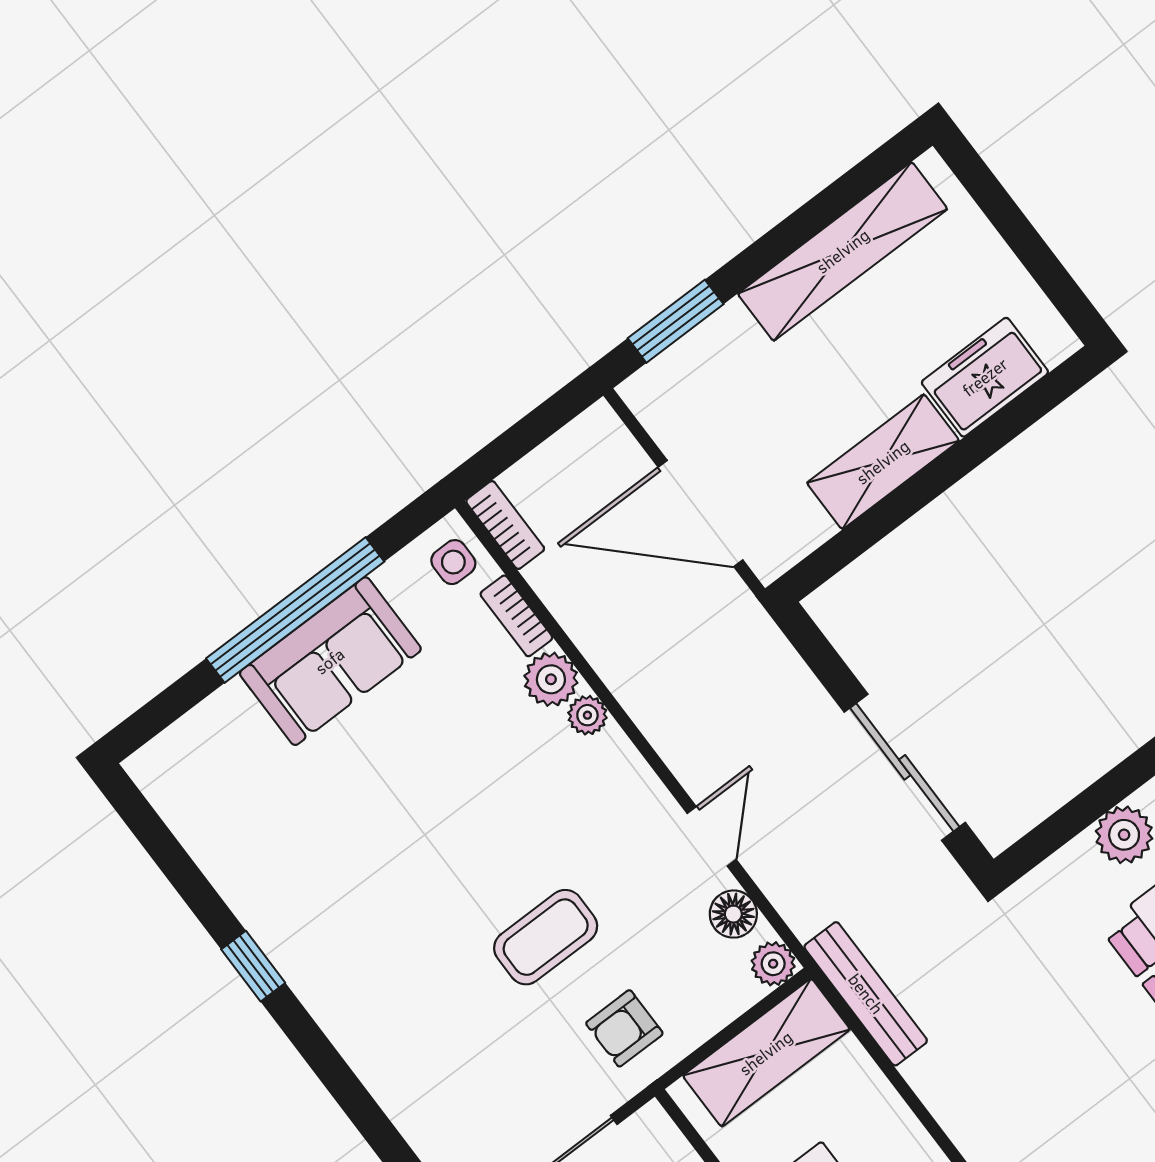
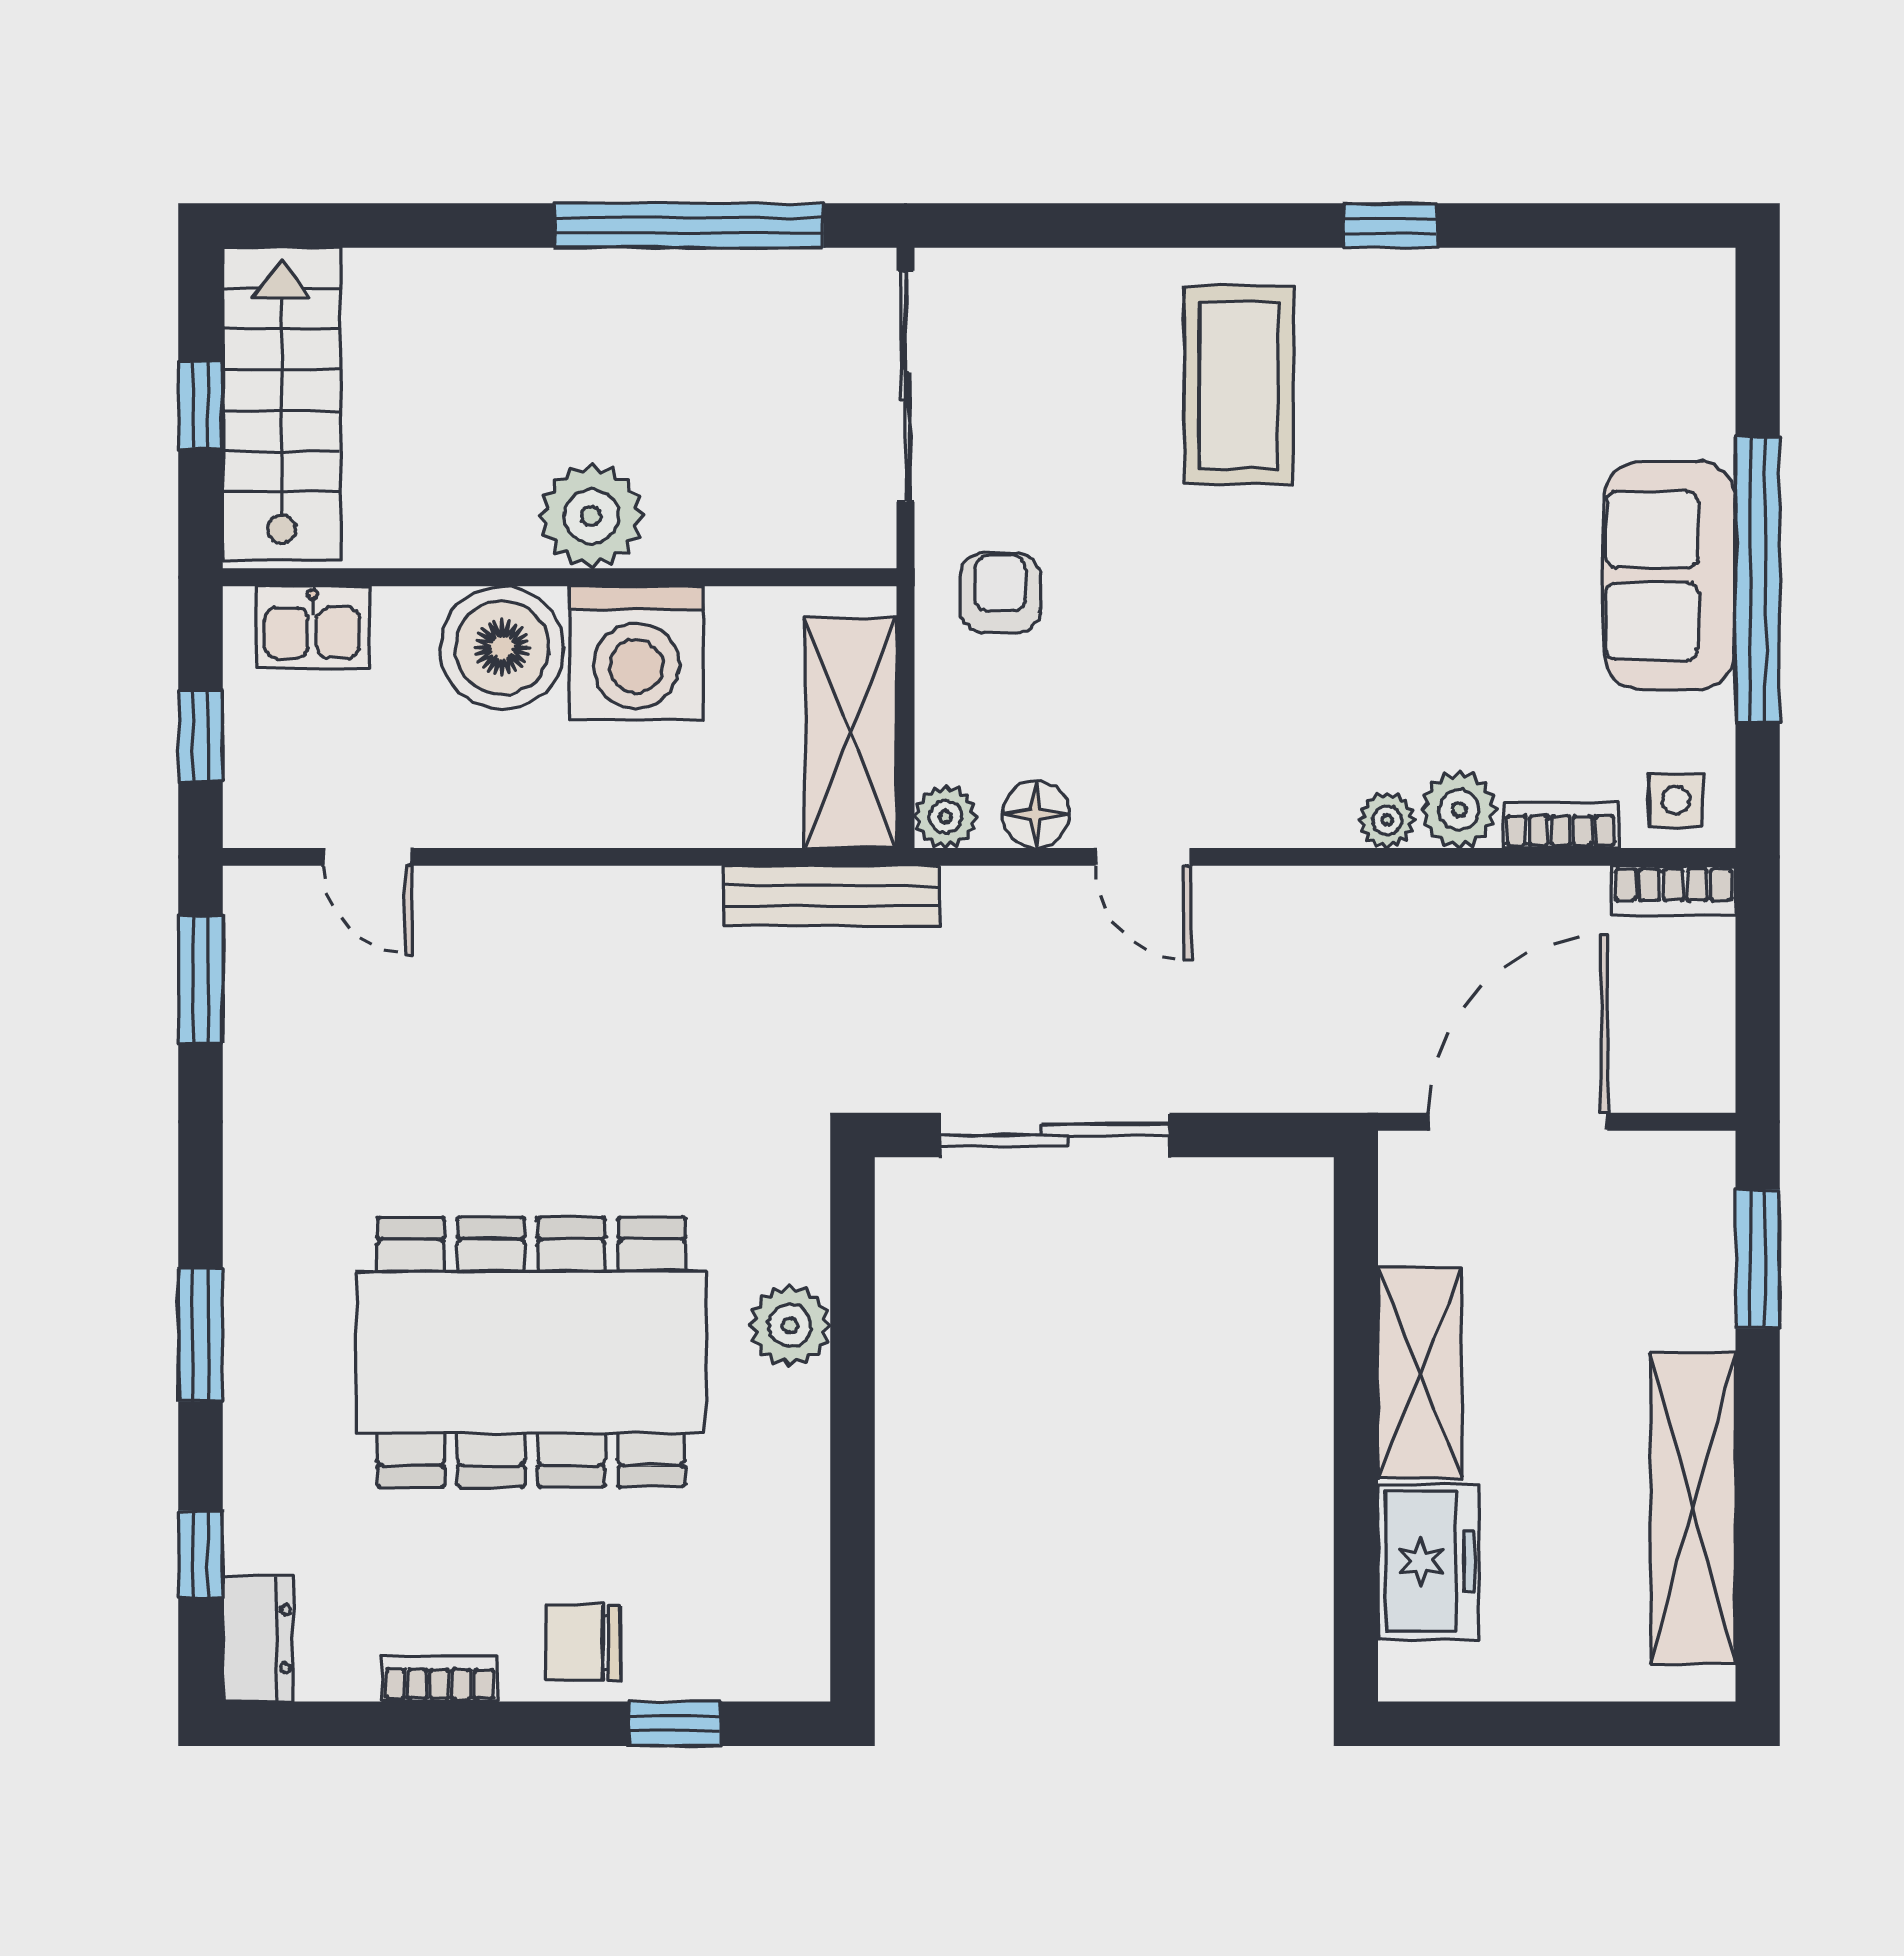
coffee table: (546, 937) -> (1239, 385), moved, width x1.36, depth x1.32

